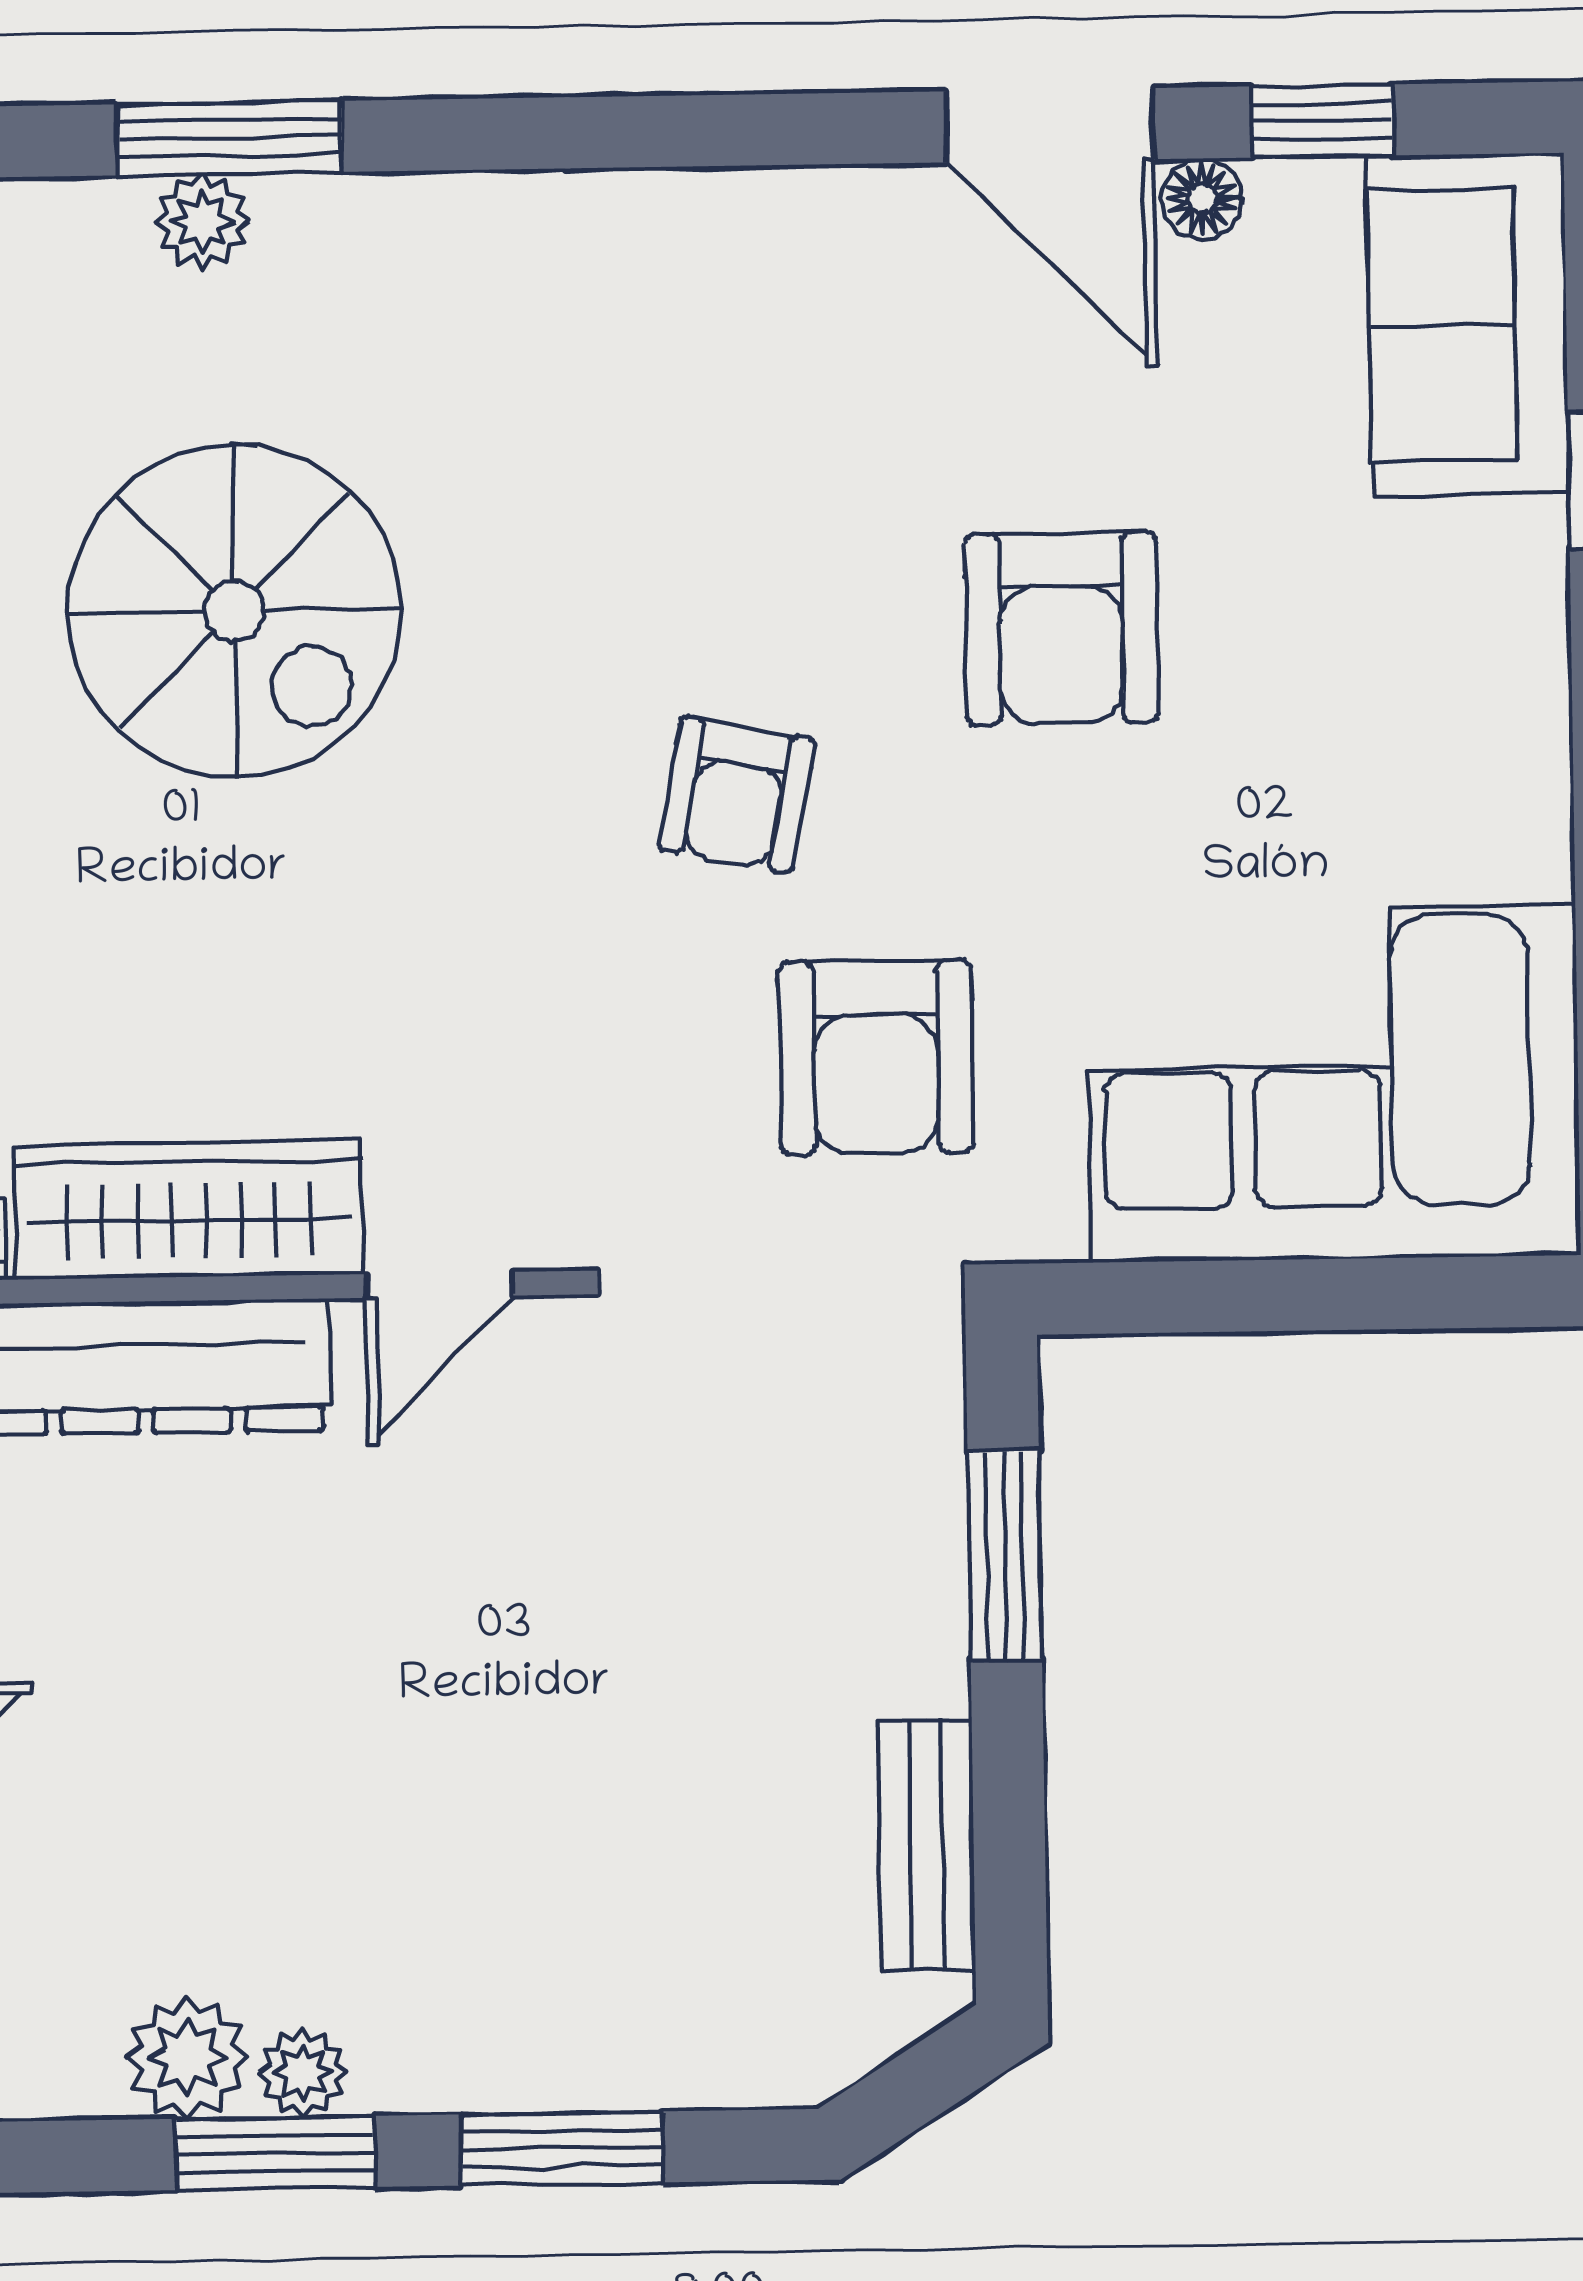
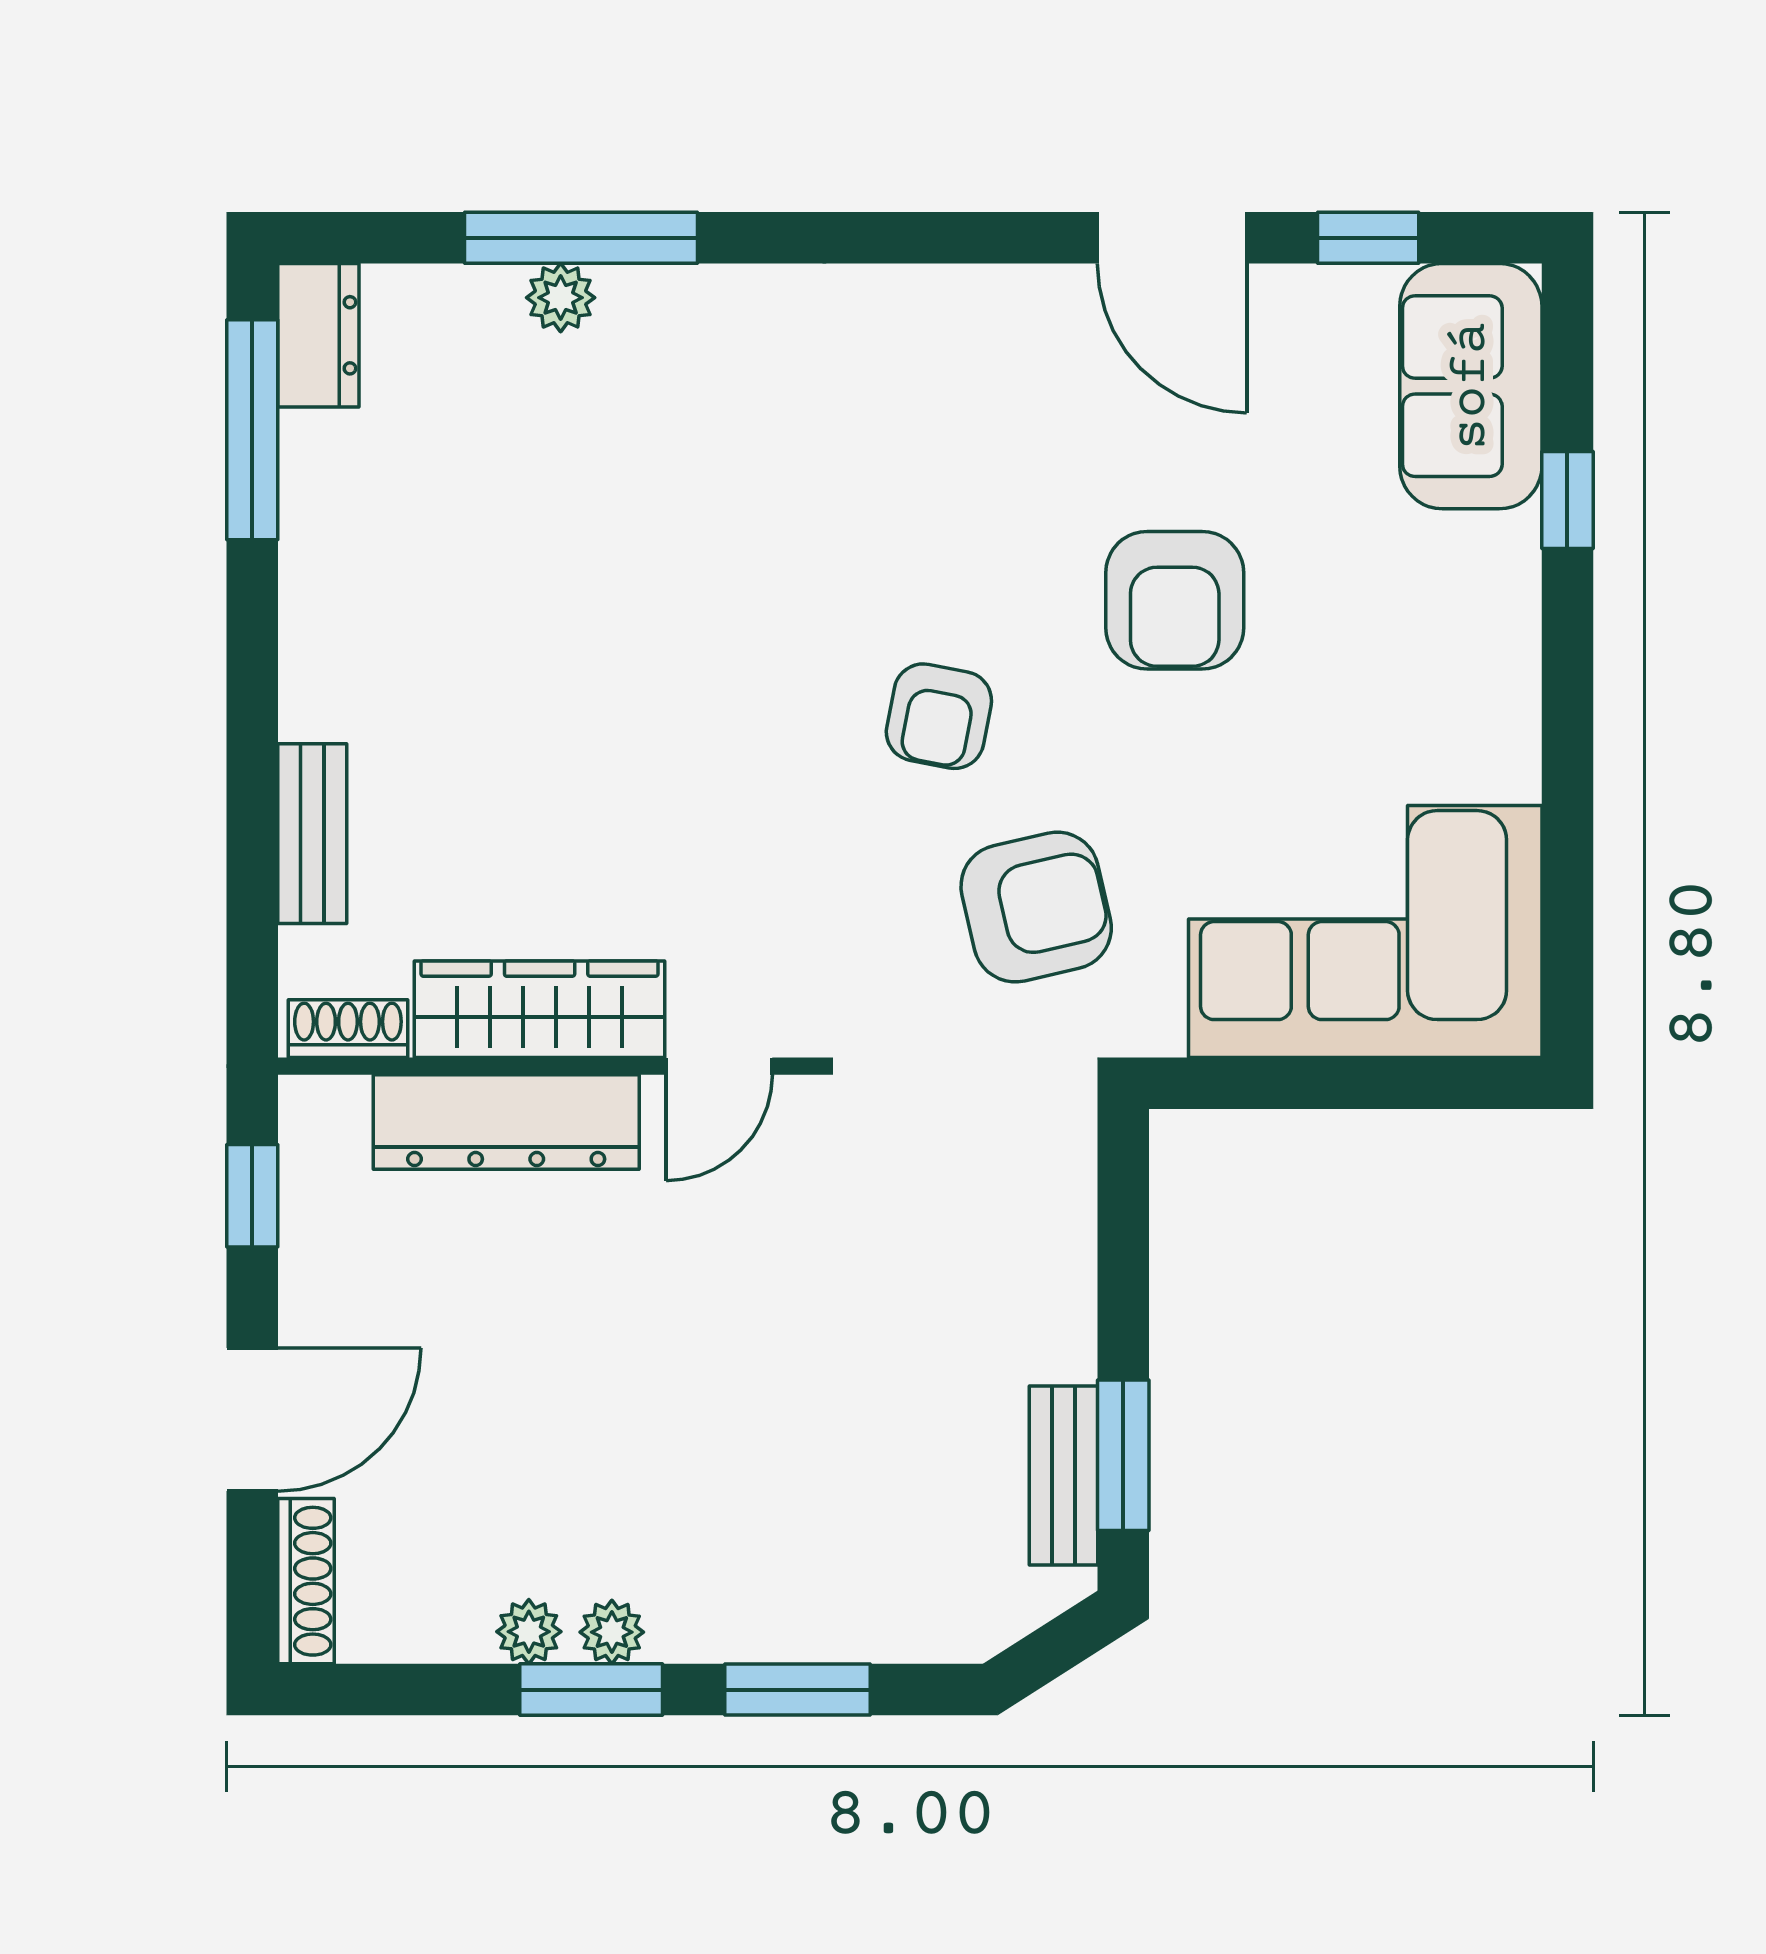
window: (230, 138) -> (581, 238), width x1.44
floor lamp: (1202, 199) -> (1281, 292), removed
spiral stairs: (234, 611) -> (579, 578), removed
armchair: (876, 1057) -> (1036, 907), turned -103
window: (1005, 1556) -> (1123, 1455), moved
plant: (187, 2057) -> (529, 1632), width x0.73, depth x0.73

